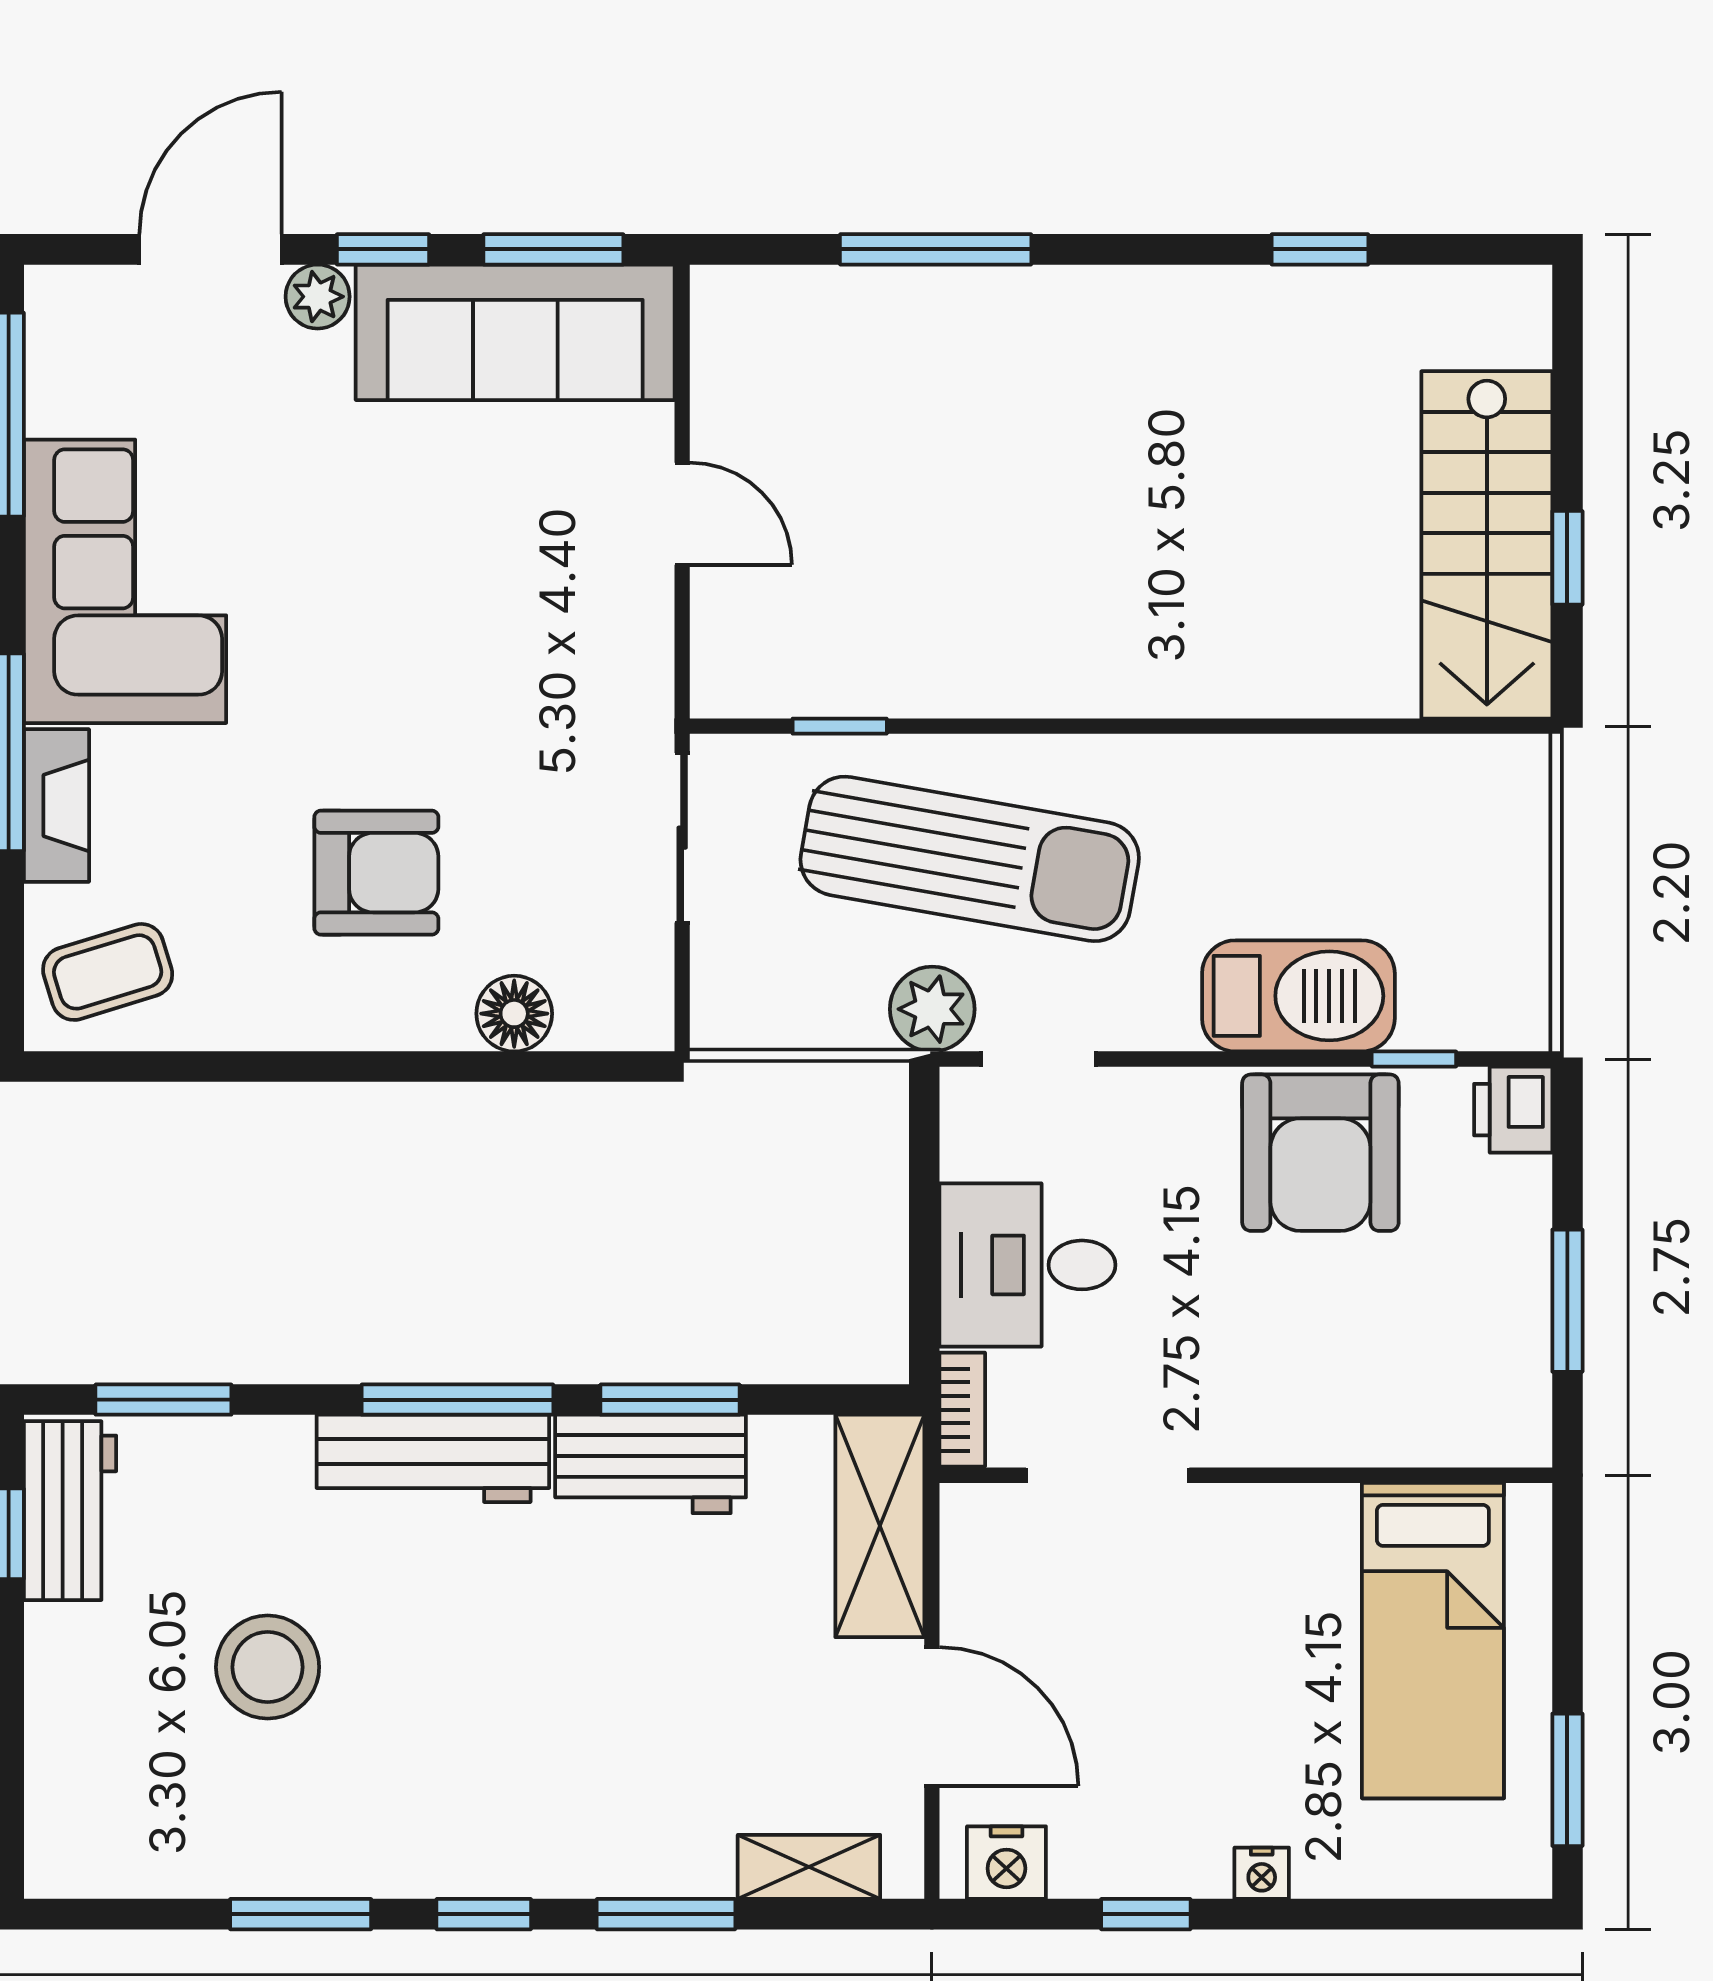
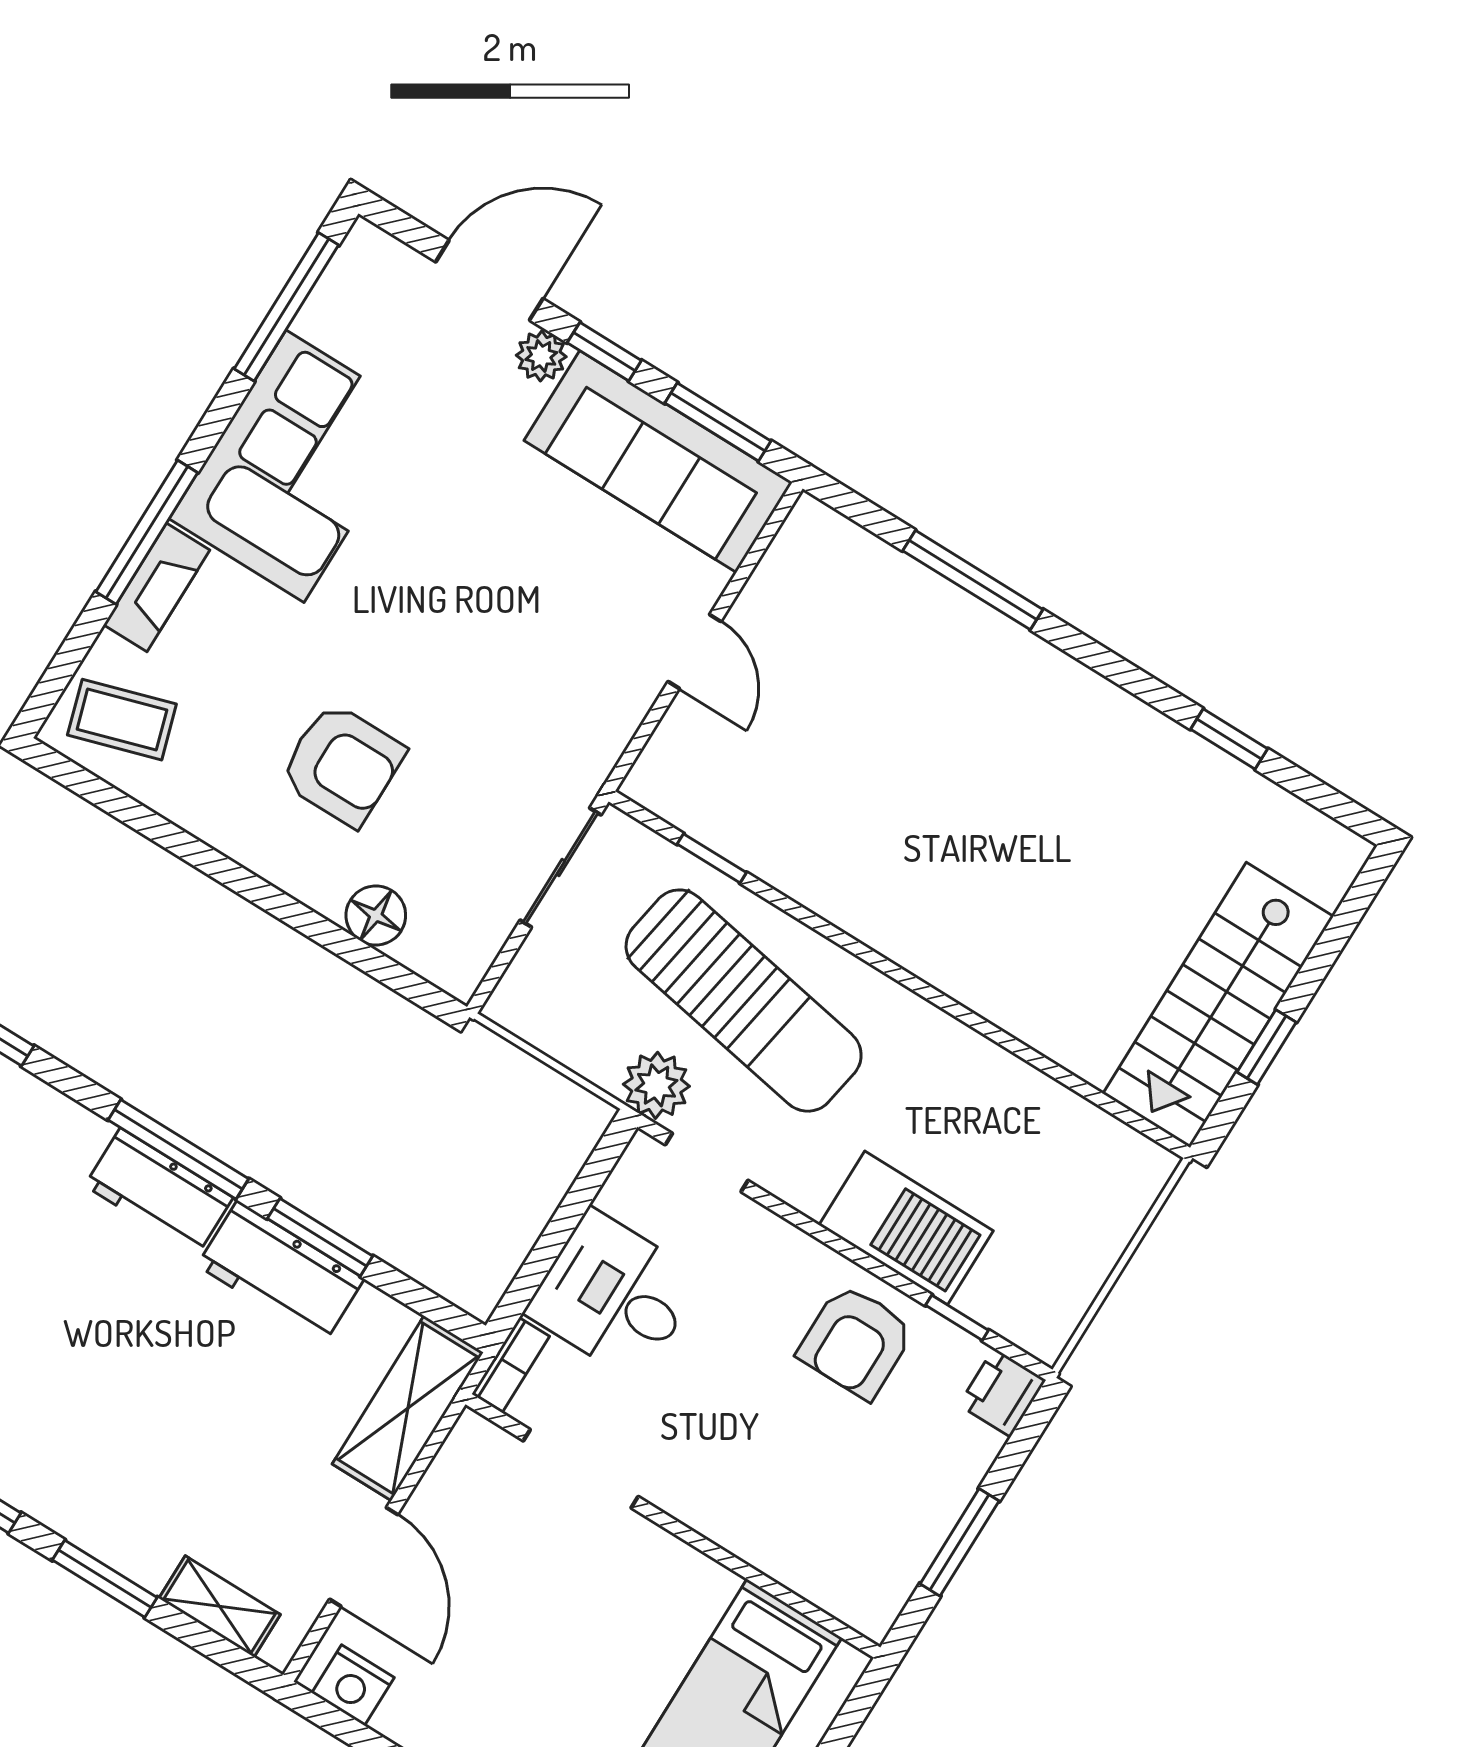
armchair: (1320, 1153) -> (856, 1342), width x0.73, depth x0.73
workbench: (433, 1458) -> (159, 1192), width x0.73

